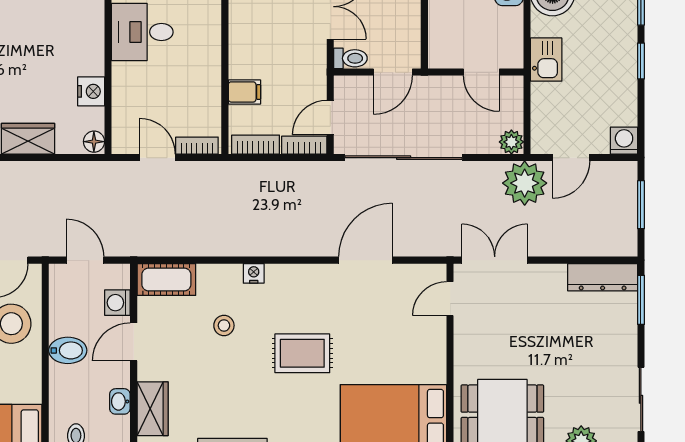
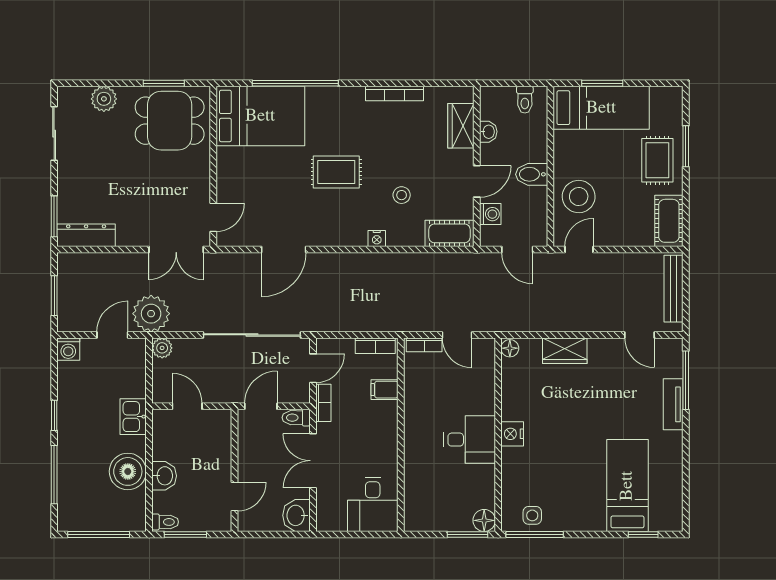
nightstand: (91, 91) -> (512, 434), moved
bookcase: (304, 145) -> (323, 403), moved, turned -90

